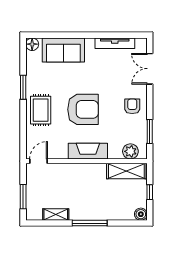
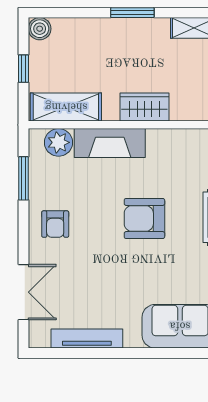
armchair: (83, 109) -> (144, 219), width x0.73, depth x0.73
fireplace: (88, 151) -> (110, 143), moved
wardrobe: (83, 171) -> (144, 107), added
window: (90, 223) -> (132, 13), width x0.69

